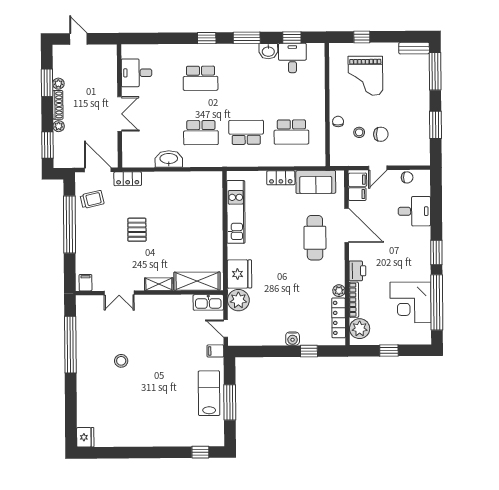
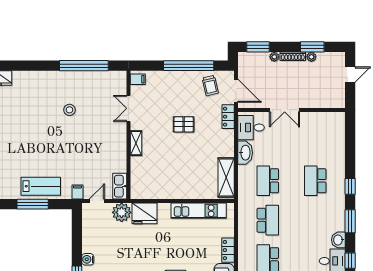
desk: (137, 73) -> (251, 128), moved, turned -90
door: (98, 170) -> (236, 91), hinge flipped
shelving: (197, 281) -> (226, 178), moved

